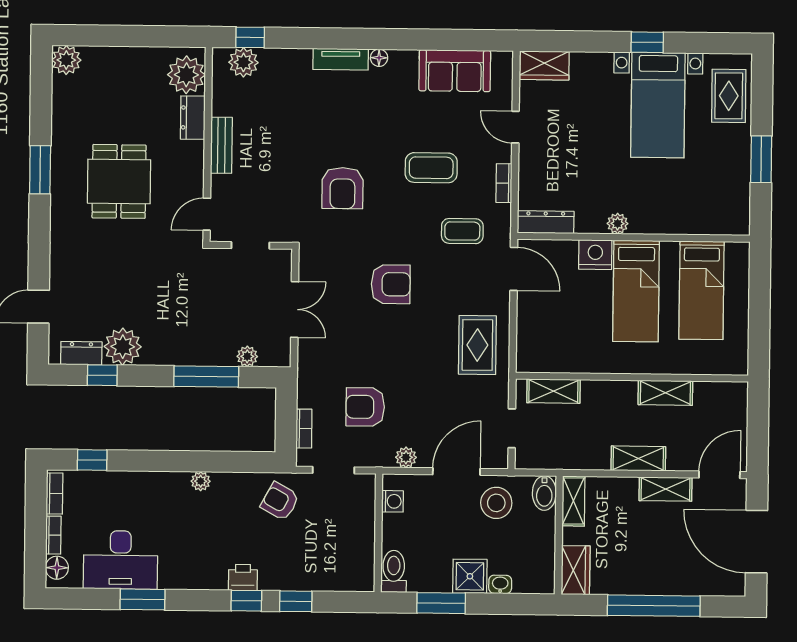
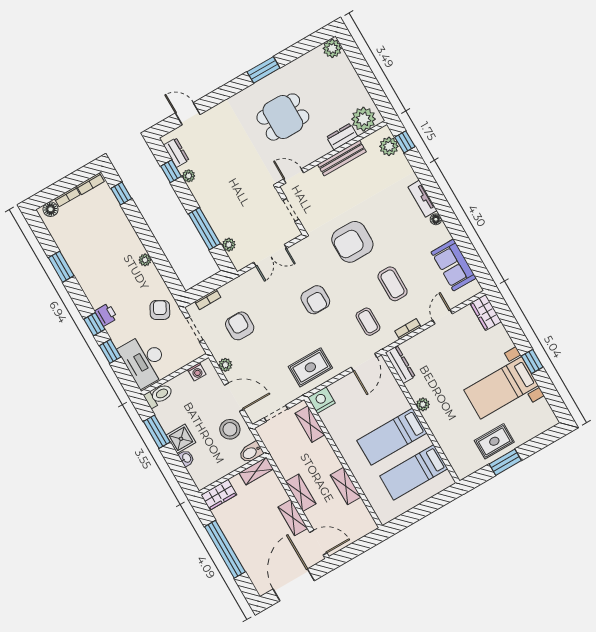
rug: (729, 96) -> (494, 441), moved
bench: (221, 145) -> (342, 158), width x1.36
armchair: (343, 188) -> (352, 242), width x1.36, depth x1.36
nightstand: (595, 255) -> (321, 400), moved, turned -90
plant: (123, 347) -> (189, 176), width x0.53, depth x0.53
desk: (121, 560) -> (144, 360), moved

